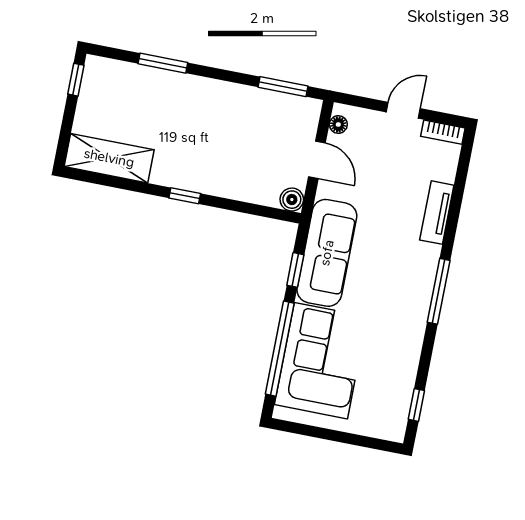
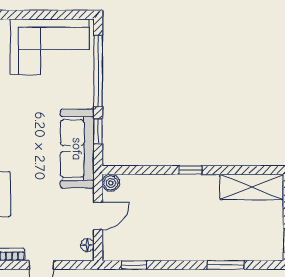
window: (283, 87) -> (134, 265), width x0.67
door: (317, 160) -> (98, 216), swing flipped
corner sofa: (321, 361) -> (50, 47), moved, turned -90

